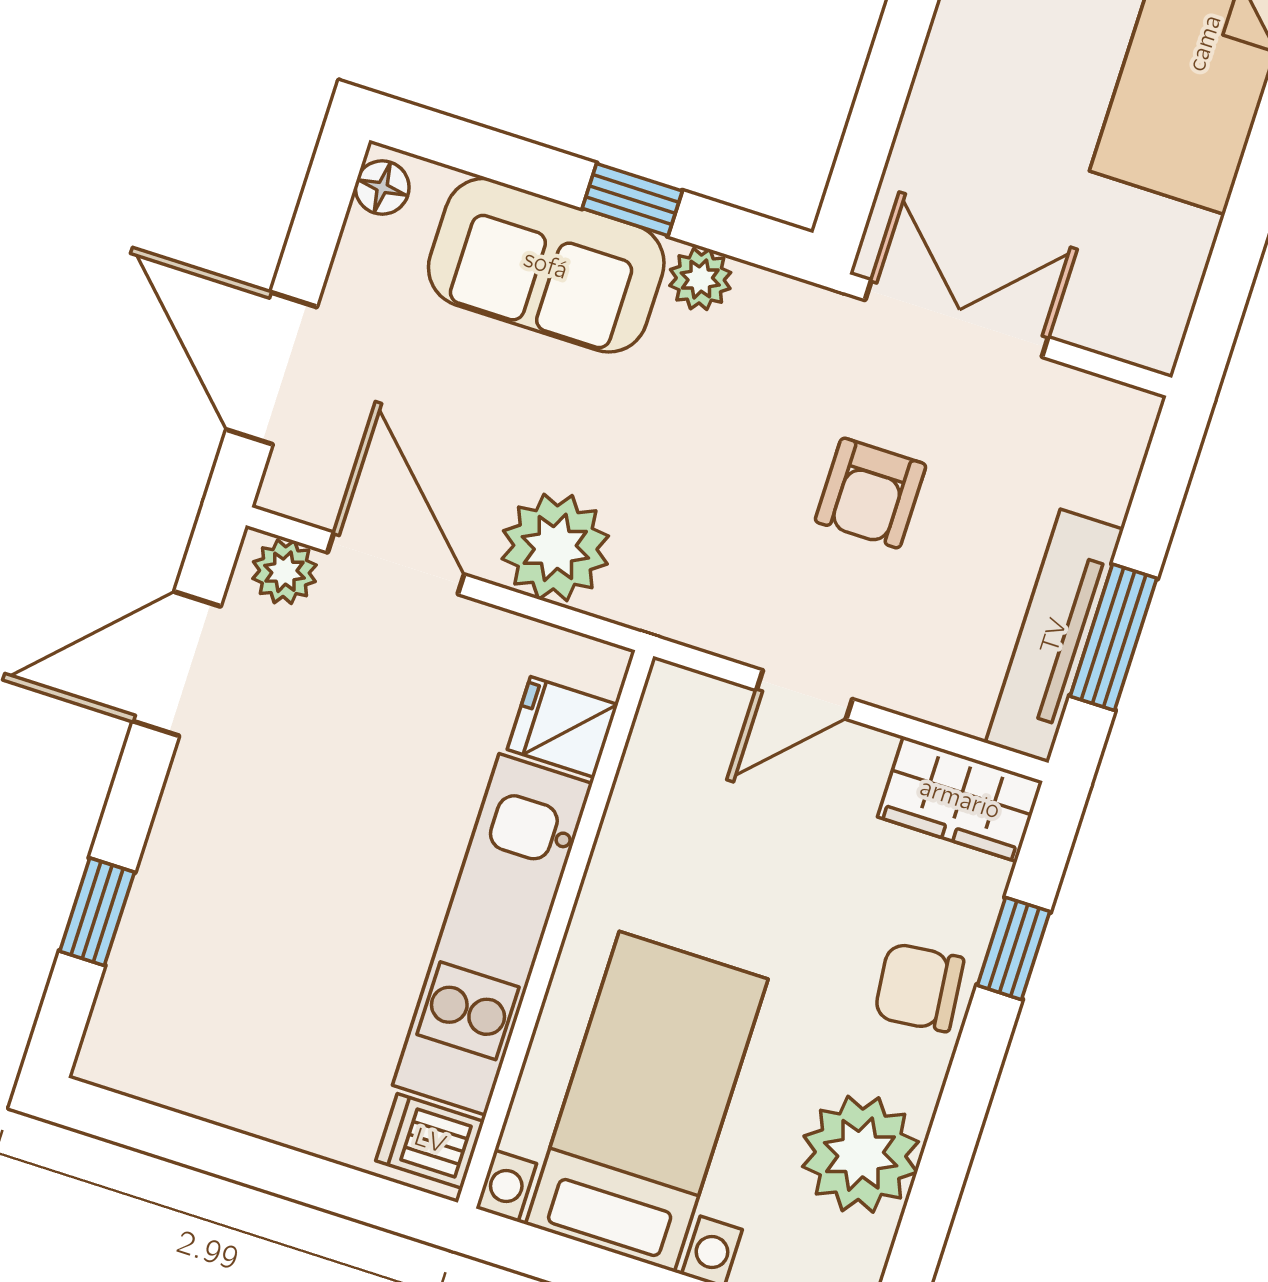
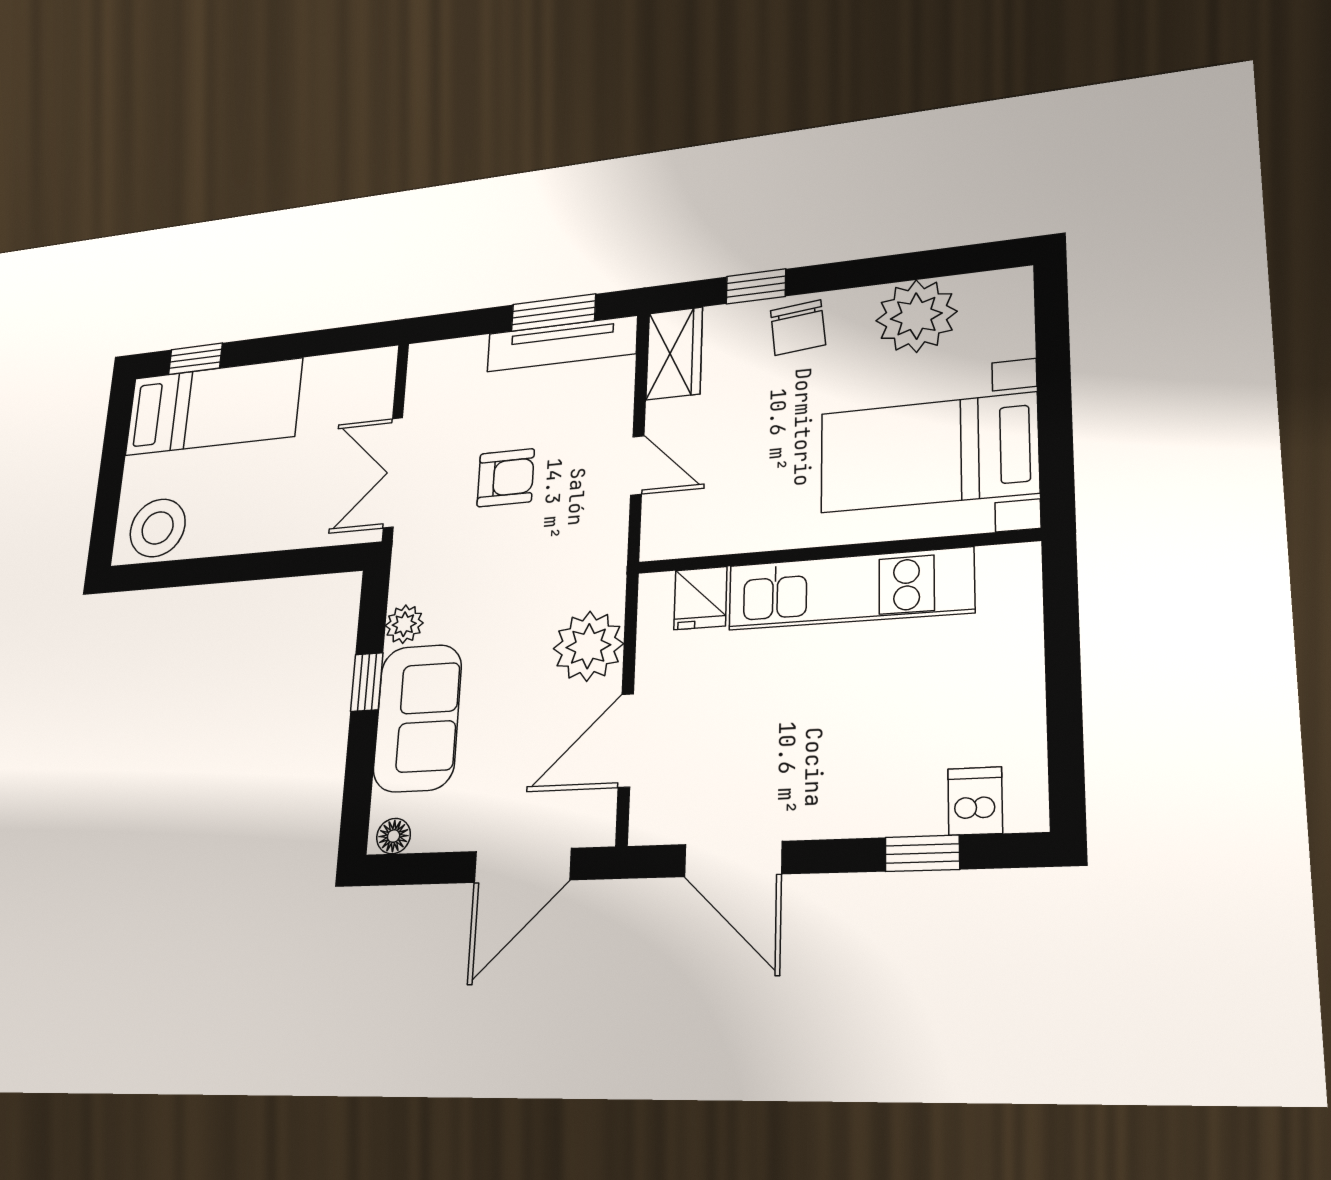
plant: (284, 572) -> (651, 810), removed
dishwasher: (430, 1141) -> (975, 801), moved, turned 180

